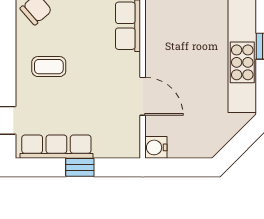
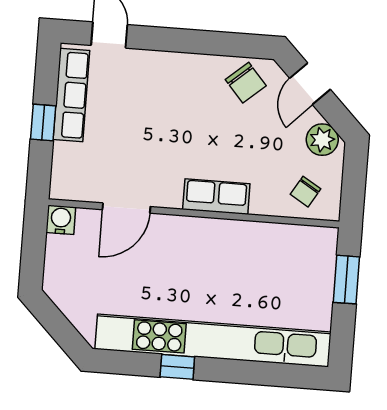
coffee table: (49, 67) -> (173, 93), removed

